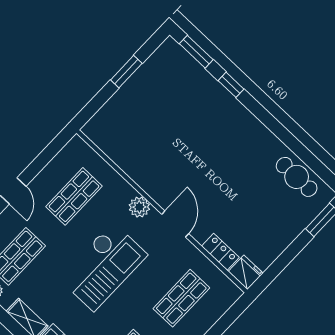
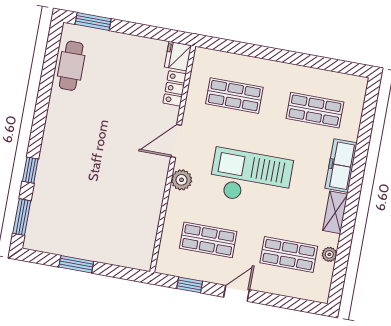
window: (46, 156) -> (190, 285), added

